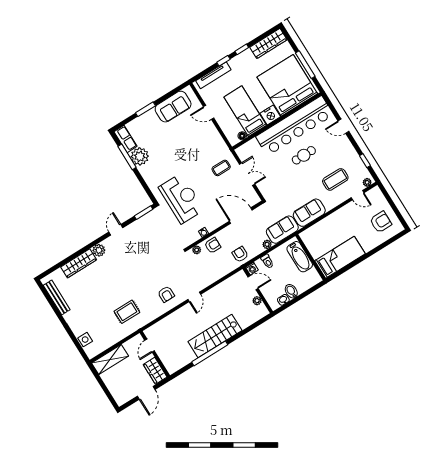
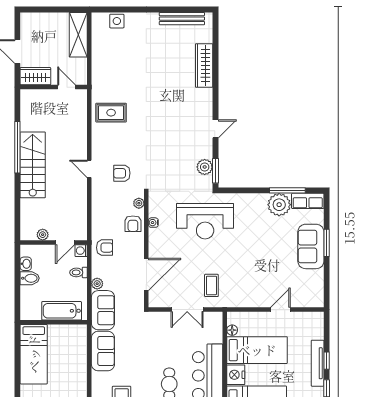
tv unit: (213, 75) -> (318, 363), moved
sofa: (173, 107) -> (311, 246), moved
door: (116, 230) -> (215, 129), hinge flipped
plant: (99, 250) -> (205, 167), moved
armchair: (166, 294) -> (122, 173), moved
rug: (127, 312) -> (111, 113), moved, turned 90

